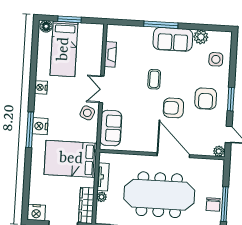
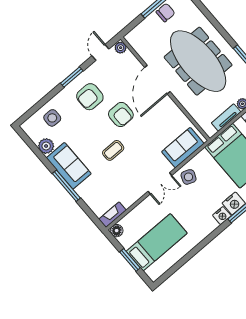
floor lamp: (46, 26) -> (117, 231), moved
fireplace: (110, 54) -> (112, 215), moved
nightstand: (41, 87) -> (222, 216), moved
armchair: (206, 99) -> (90, 97), turned 180

